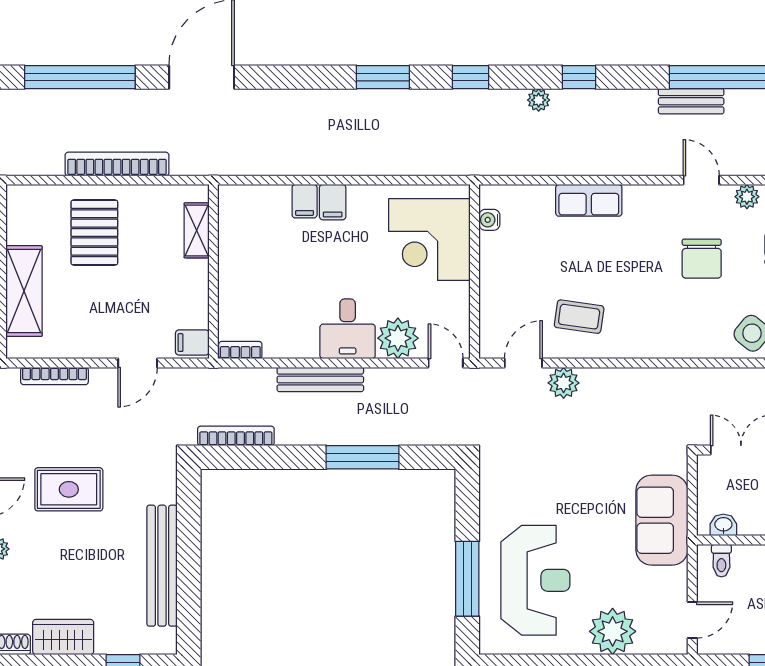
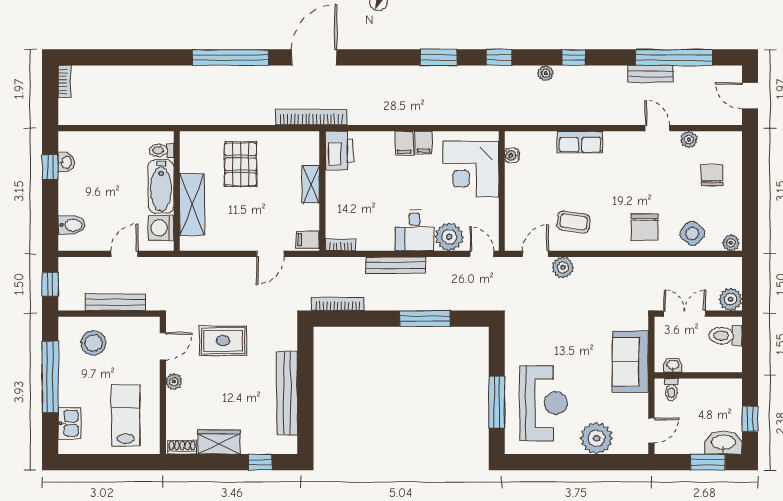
bookcase: (117, 164) -> (311, 117), moved
filing cabinet: (305, 201) -> (424, 143), moved
printer: (238, 213) -> (339, 151), added
shelving: (197, 230) -> (311, 184), moved
chair: (702, 259) -> (644, 227), moved
bookcase: (54, 376) -> (213, 263), removed

